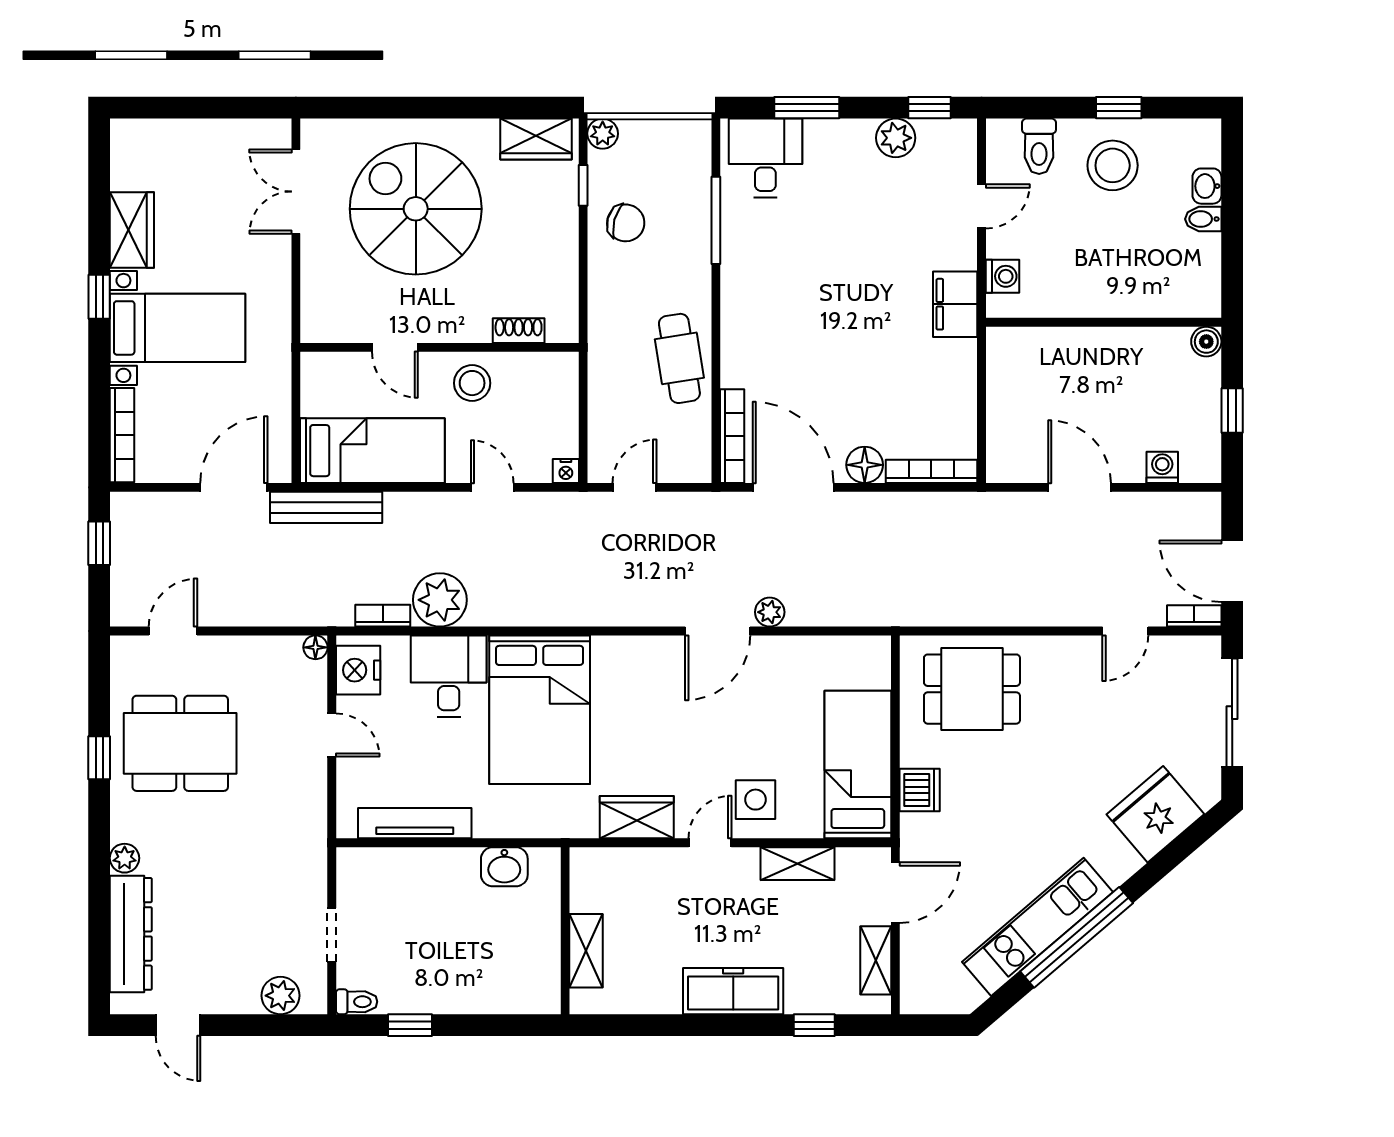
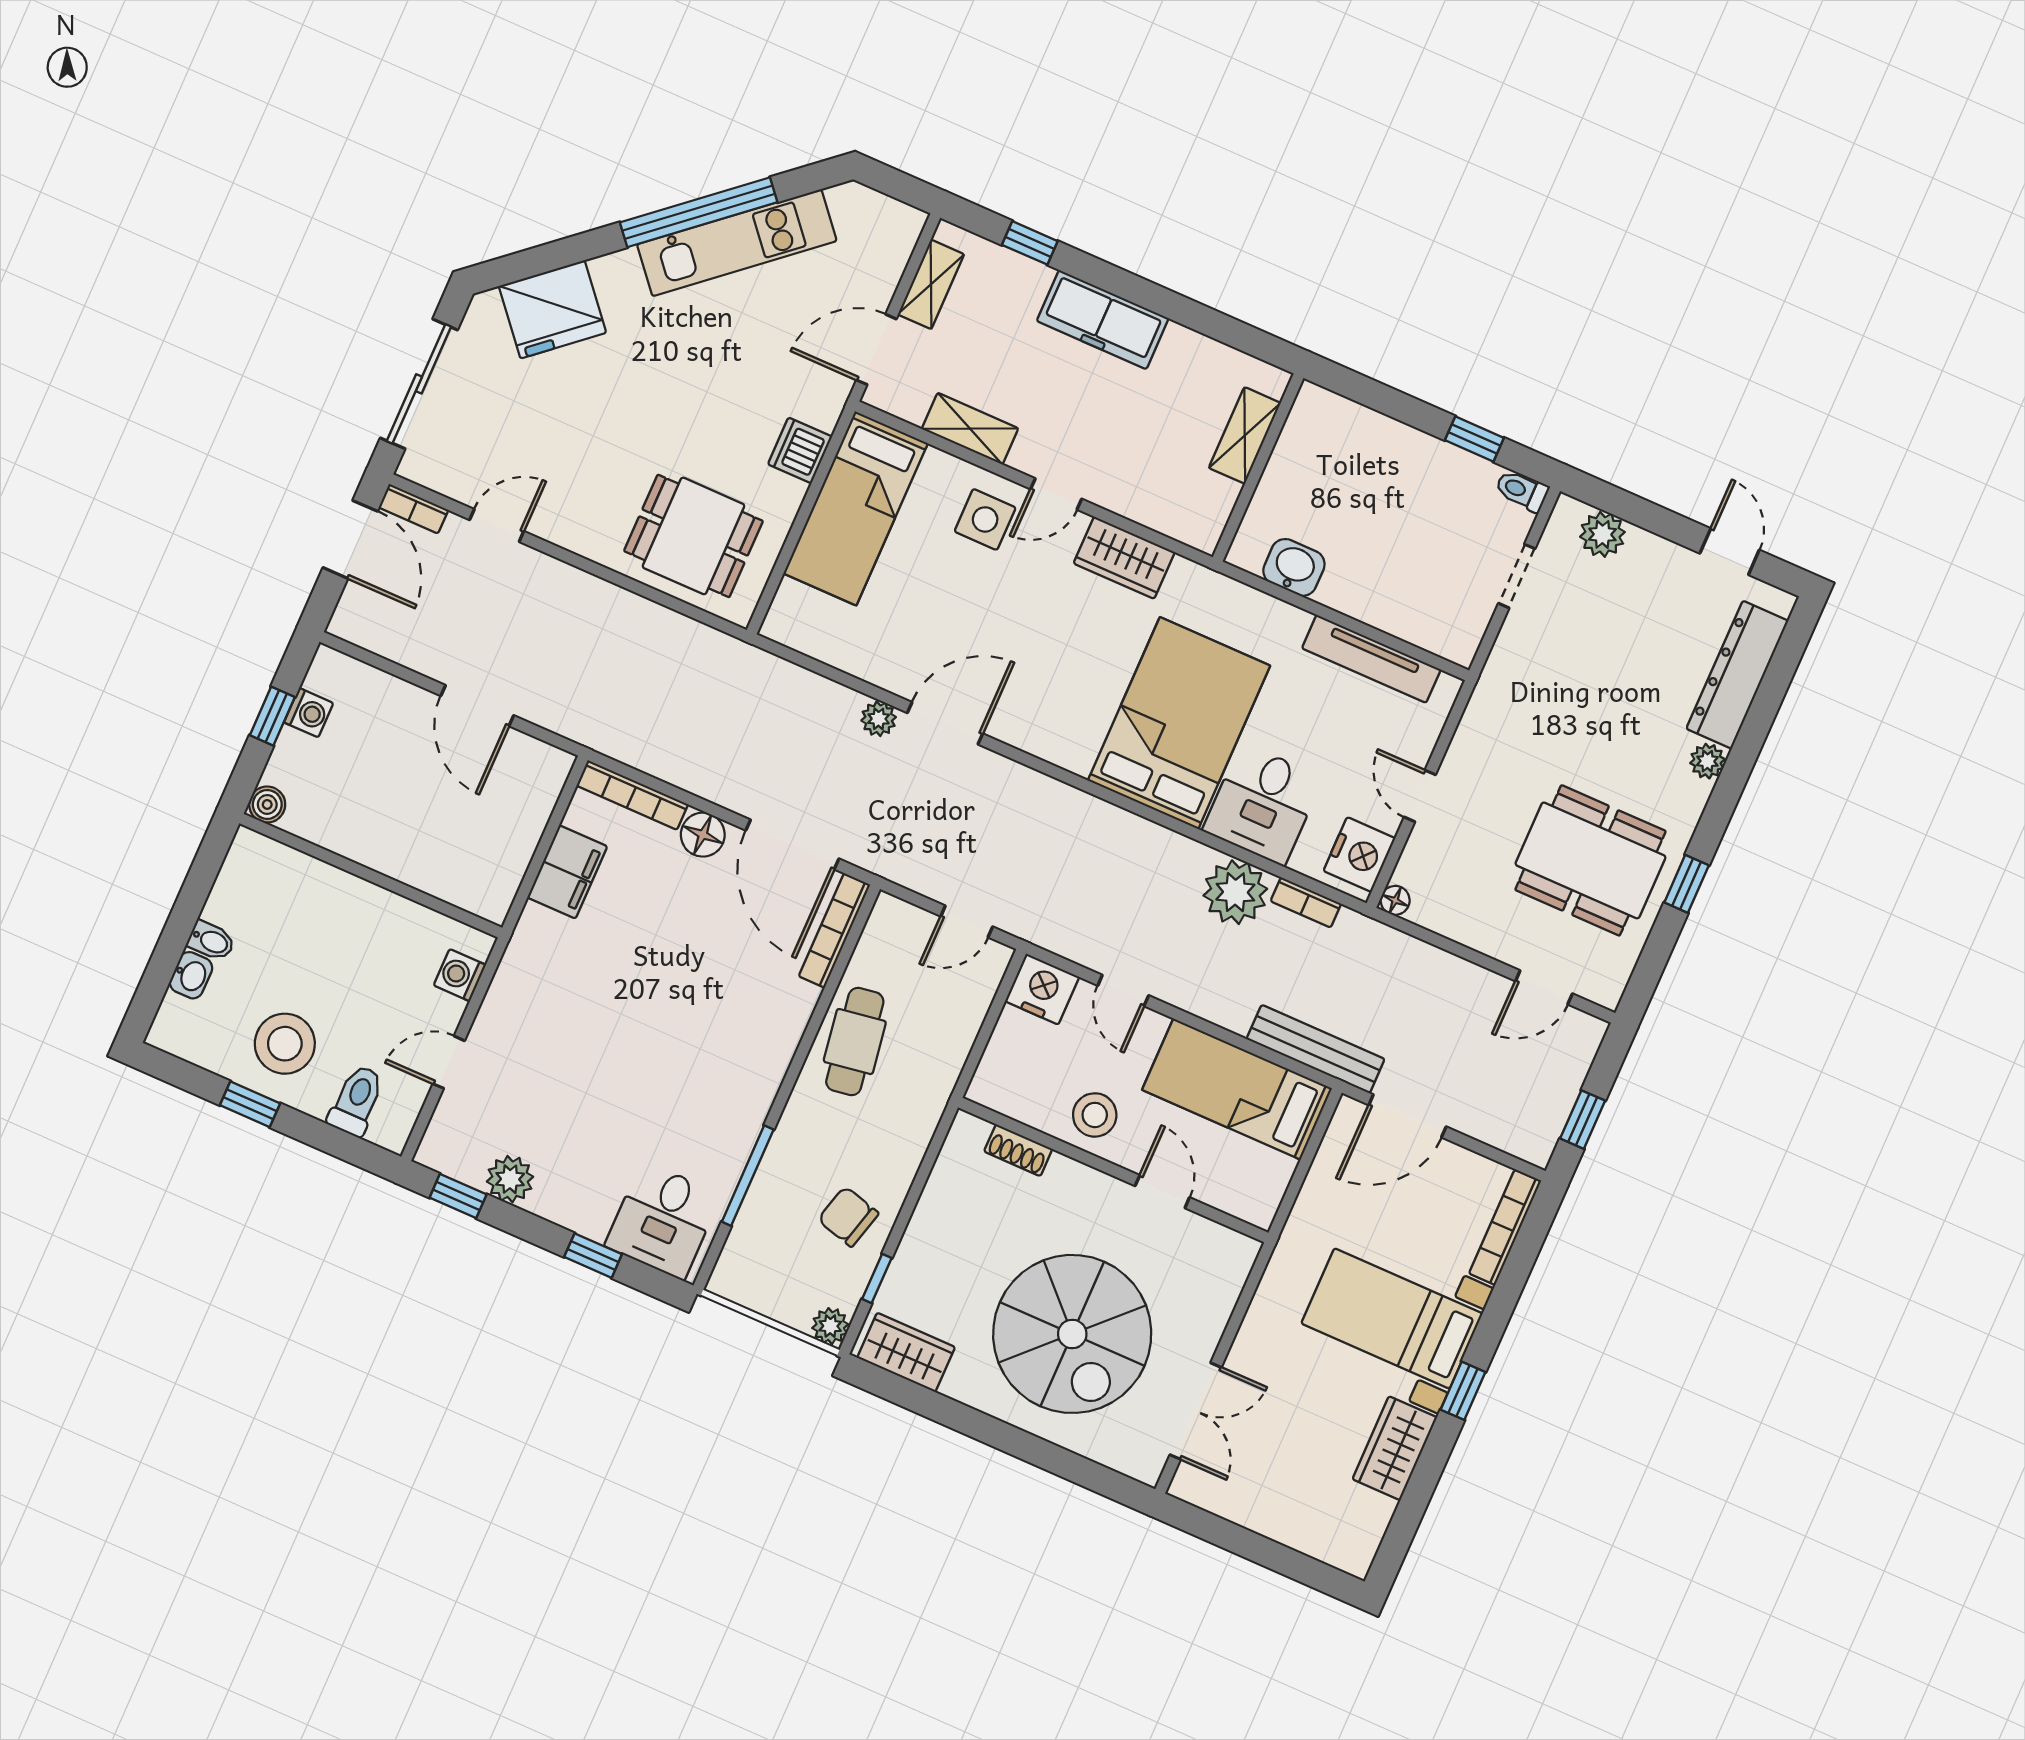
window: (807, 108) -> (593, 1256), width x0.67
filing cabinet: (955, 304) -> (567, 872), moved
washing machine: (1162, 467) -> (309, 713), moved, turned -90
nightstand: (566, 471) -> (1042, 989), width x1.89, depth x1.79

